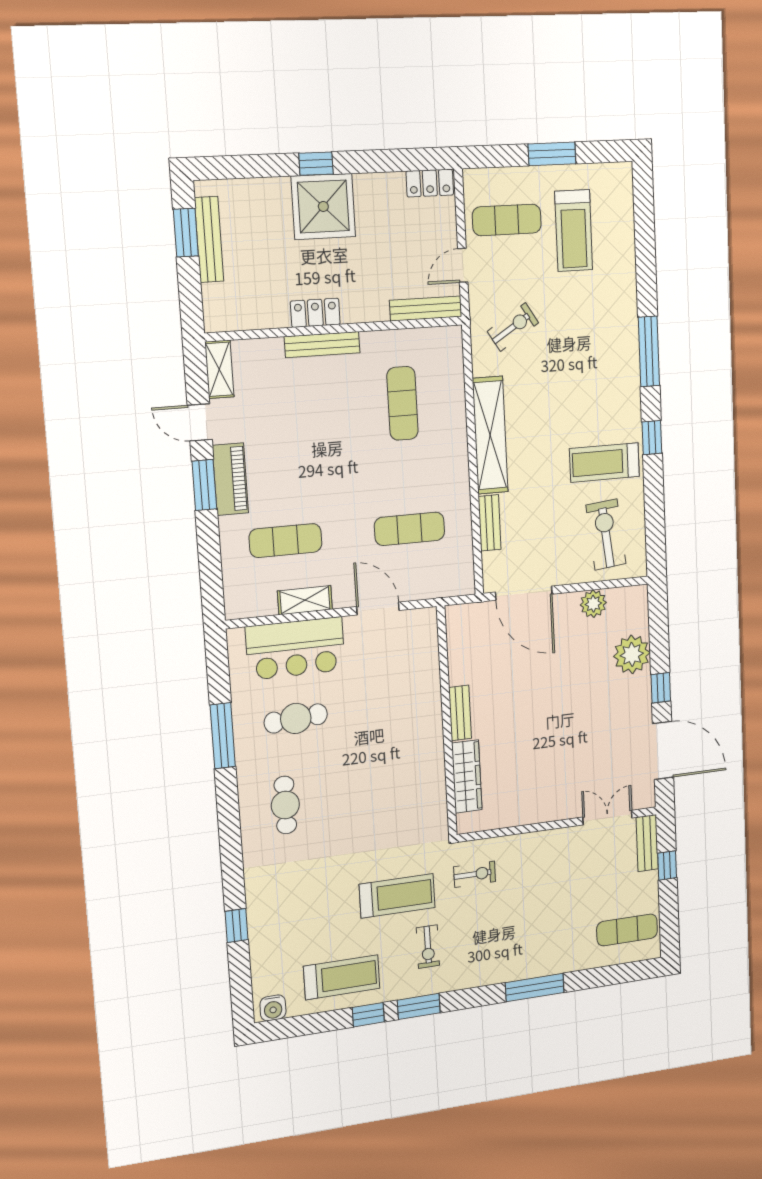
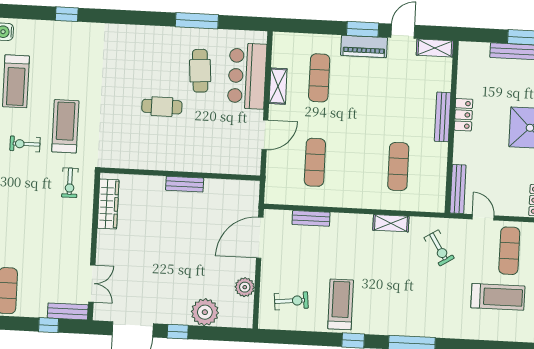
treadmill: (574, 231) -> (498, 297), turned 180
exercise mat: (402, 403) -> (398, 167), turned 90
shelving: (490, 435) -> (391, 223), width x0.45, depth x0.75
exercise bike: (606, 534) -> (291, 301), width x0.73, depth x0.72
wardrobe: (467, 776) -> (108, 204), moved, turned -90
cafe table: (285, 805) -> (162, 107), moved
treadmill: (397, 896) -> (65, 126), turned 180

